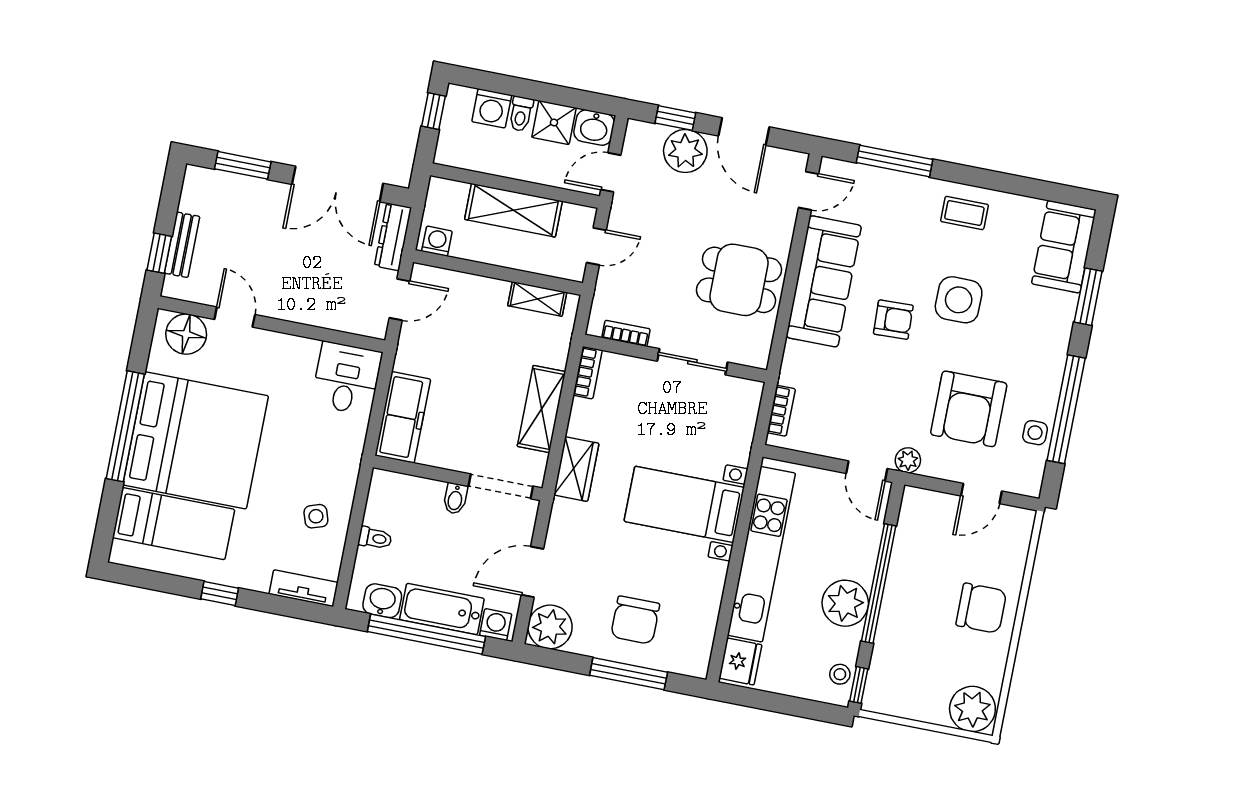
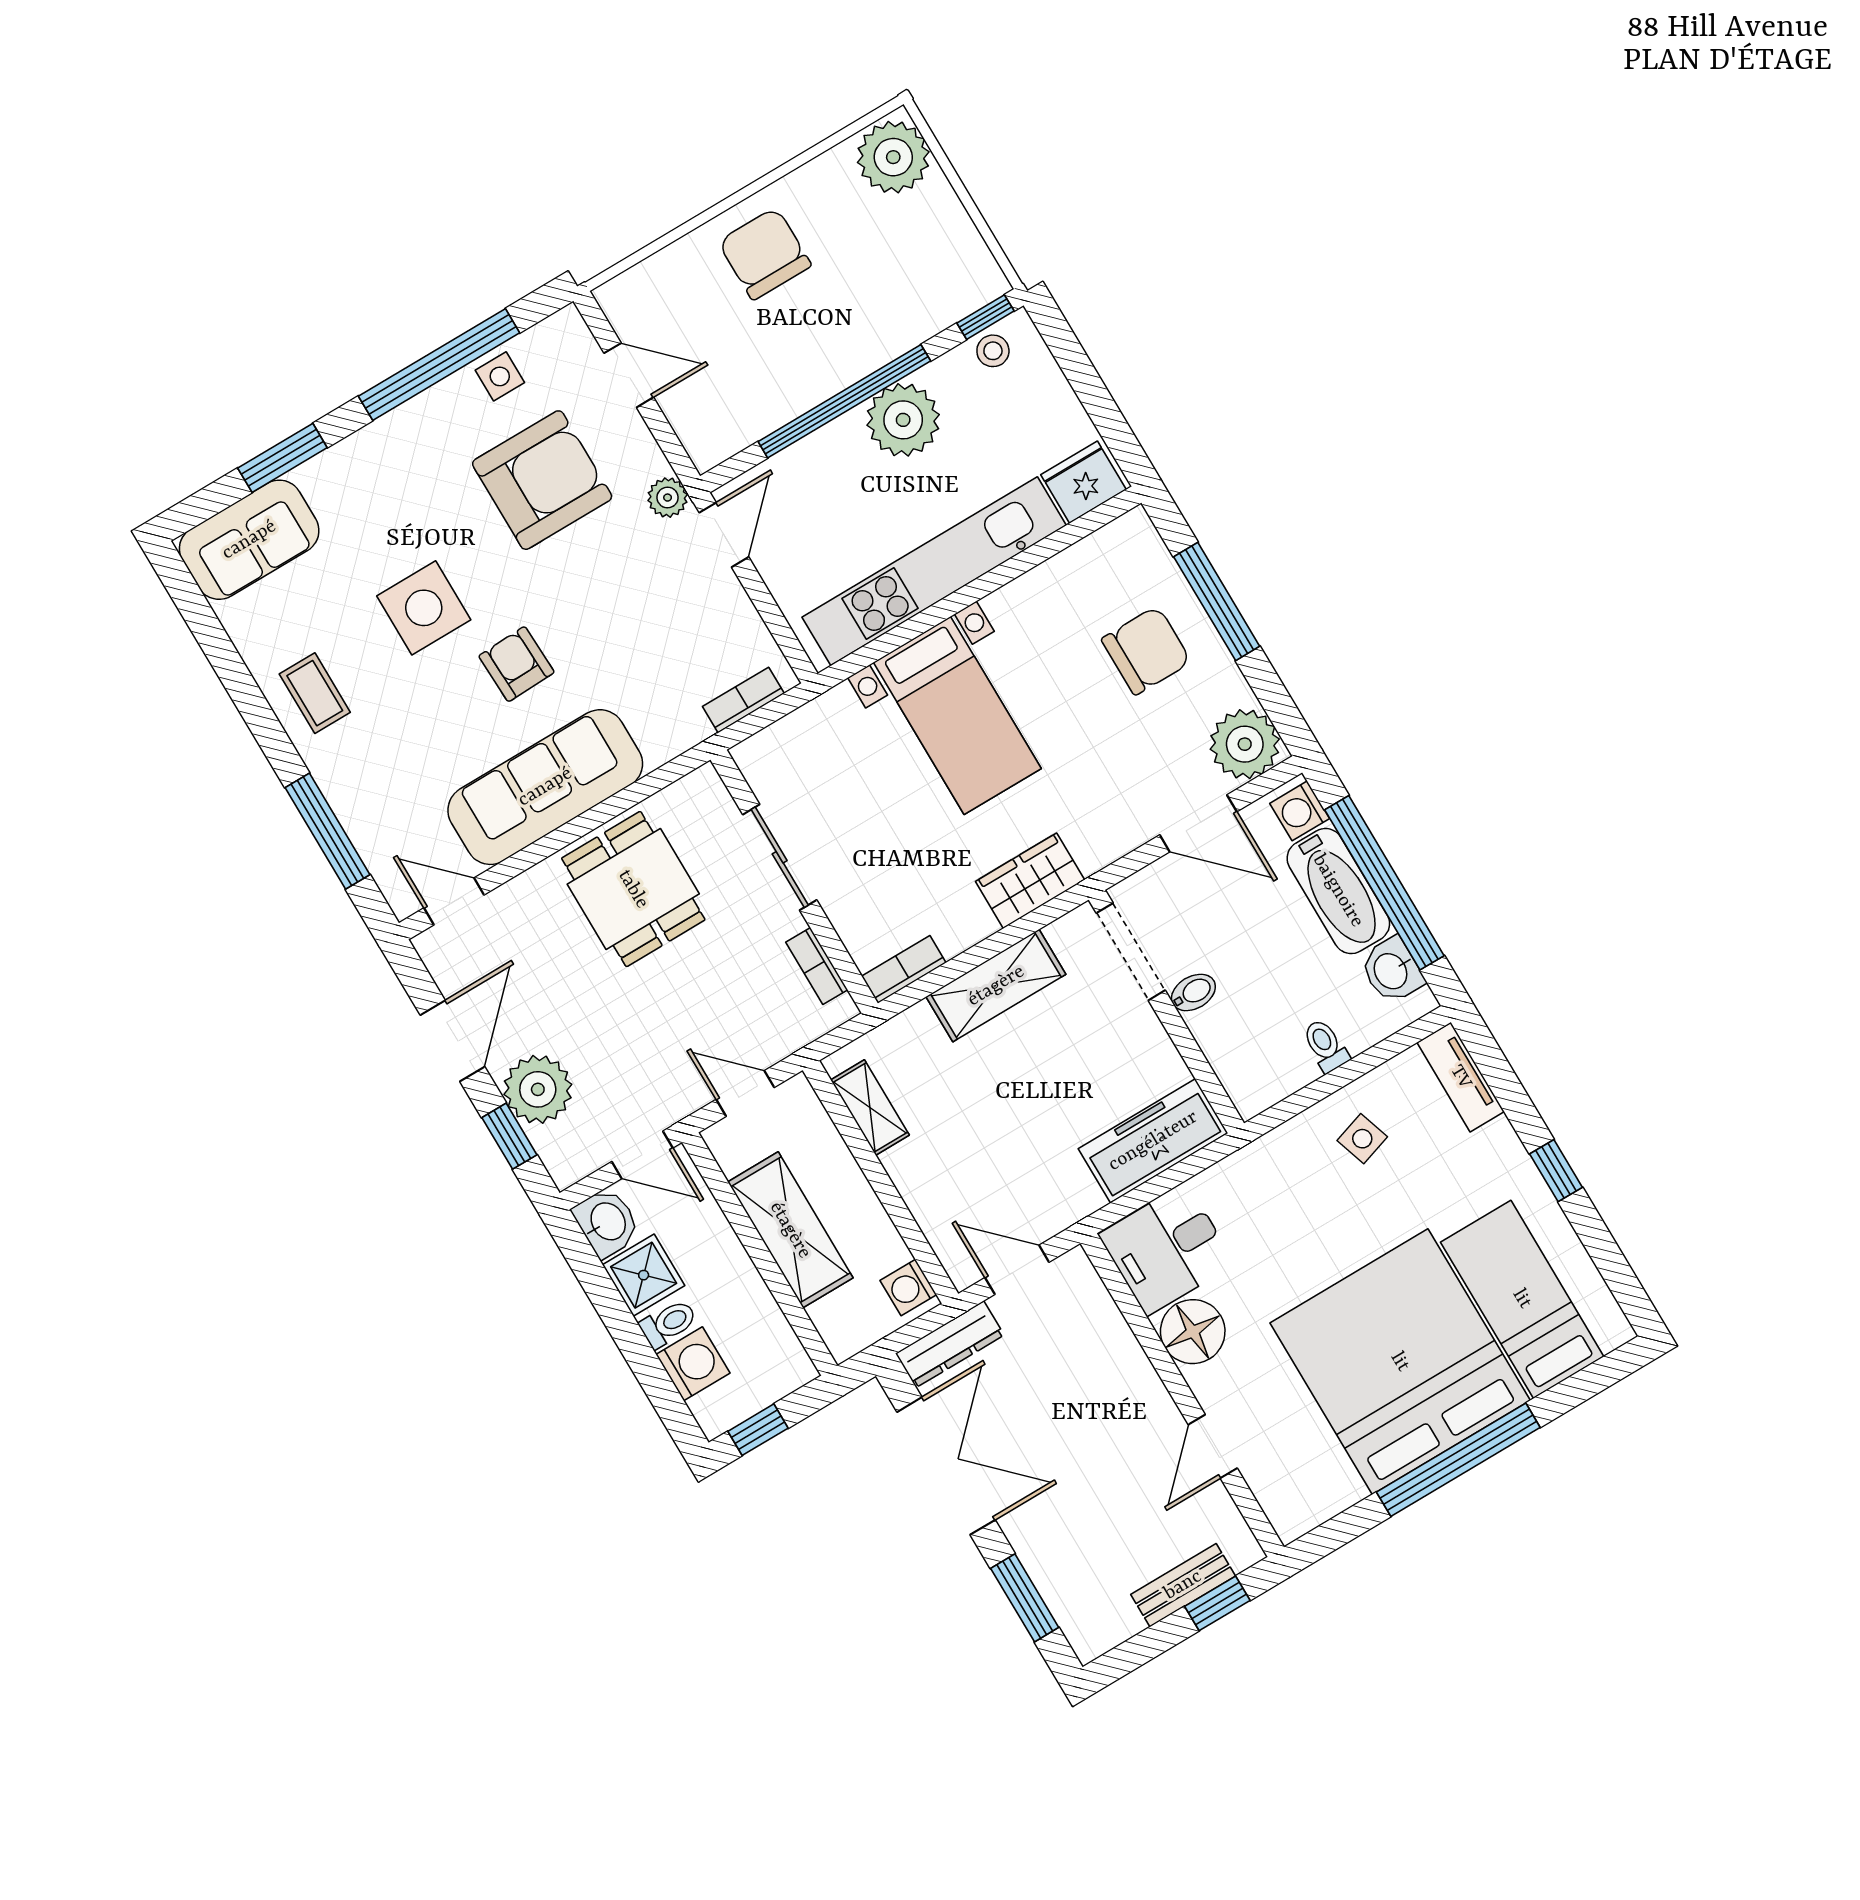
floor lamp: (186, 334) -> (1193, 1332), moved

